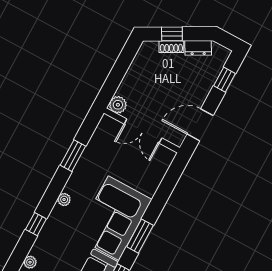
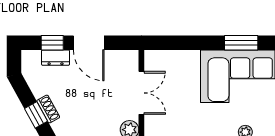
dresser: (198, 48) -> (56, 58), moved, turned 119
door: (200, 125) -> (89, 43), moved

